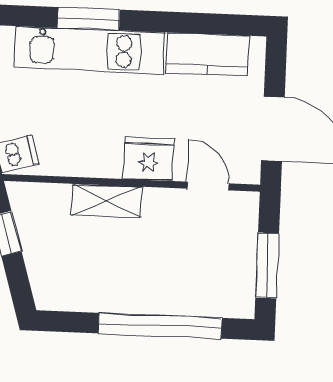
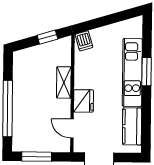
door: (208, 186) -> (72, 128), swing flipped

